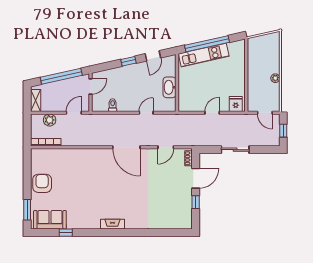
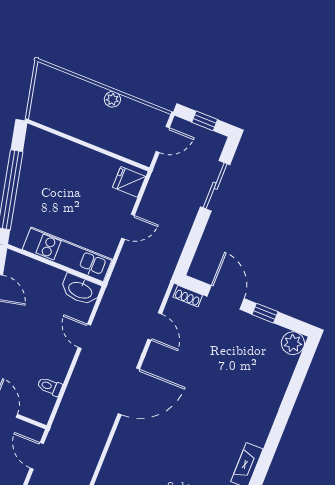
kitchen unit: (204, 55) -> (67, 254), moved, turned -77
washbasin: (169, 87) -> (81, 290), moved
door: (212, 113) -> (128, 227), swing flipped
sliding door: (235, 150) -> (215, 186), moved
plant: (186, 223) -> (293, 343), added

